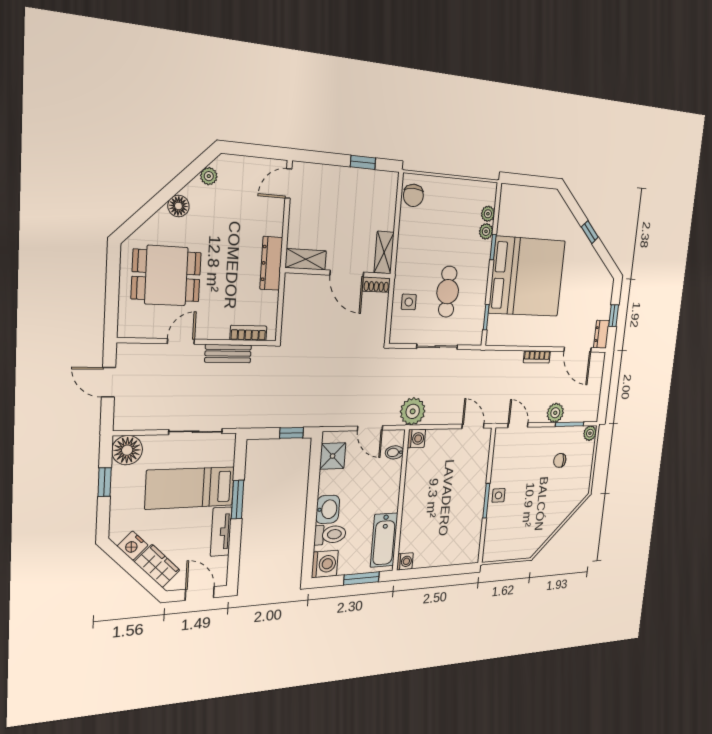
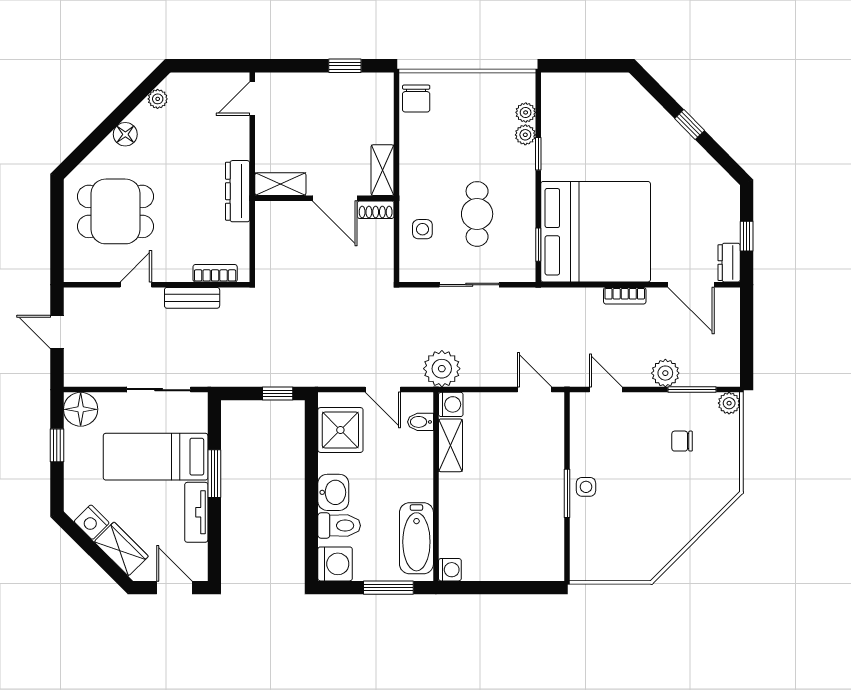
bed: (527, 277) -> (596, 232), moved
shower: (333, 456) -> (340, 430), width x1.36, depth x1.36
shelving: (413, 469) -> (450, 445), added

